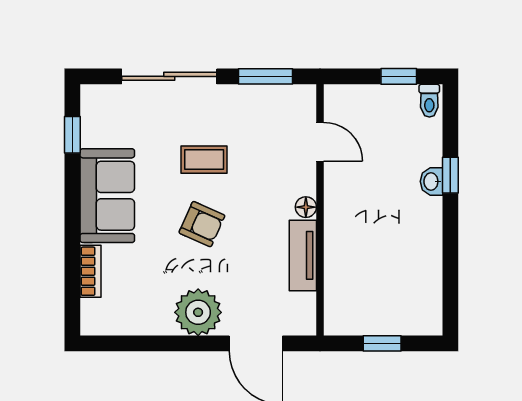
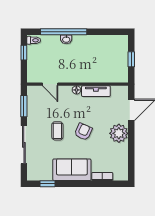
door: (320, 142) -> (50, 84), swing flipped
window: (450, 175) -> (64, 32), width x3.17

